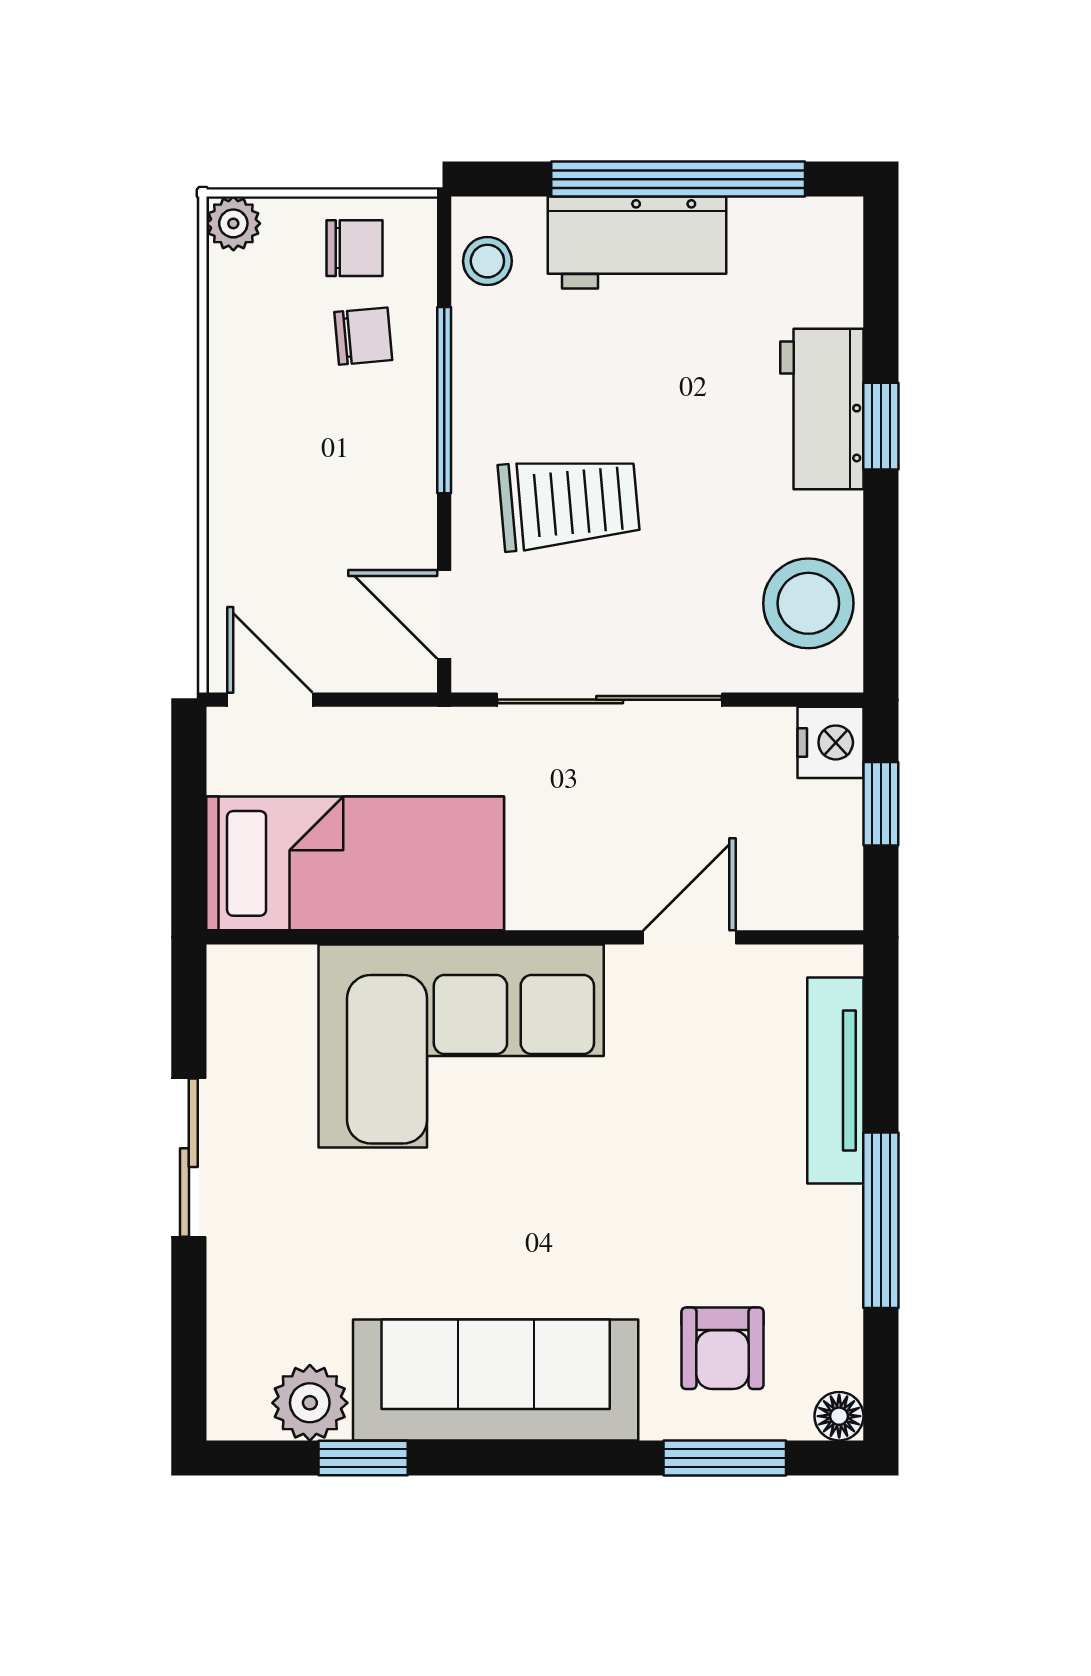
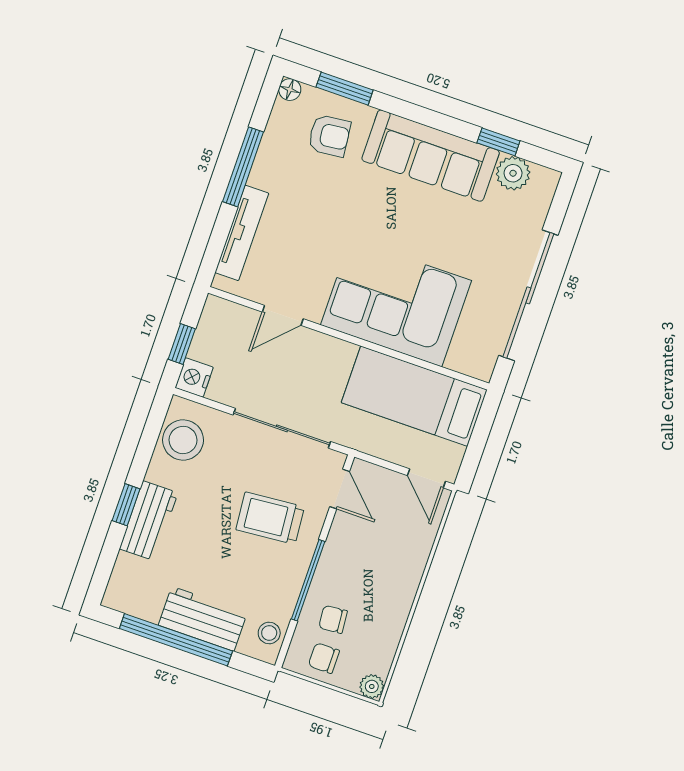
sliding door: (189, 1158) -> (528, 295), width x1.86
armchair: (722, 1348) -> (329, 136), turned 84

